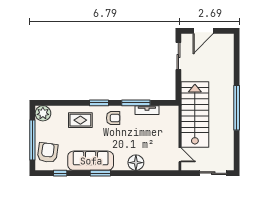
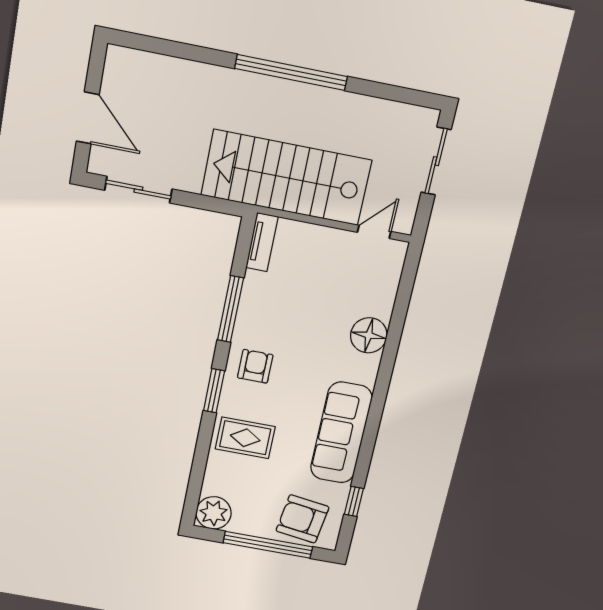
tv unit: (147, 110) -> (262, 242), moved
rug: (80, 120) -> (245, 438), turned 90
window: (100, 173) -> (374, 417), removed

